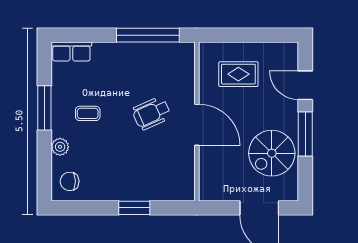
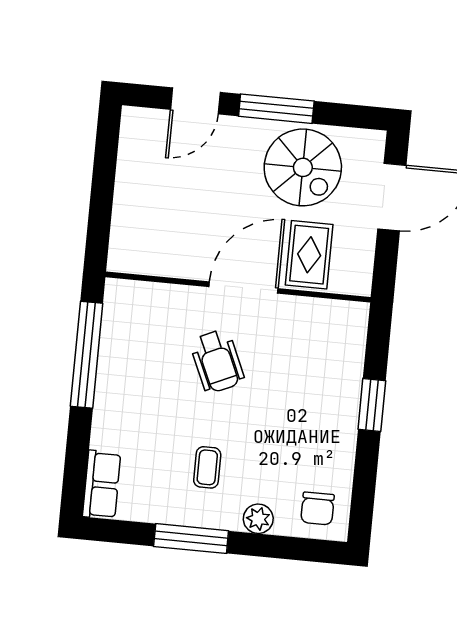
rug: (238, 74) -> (309, 255), moved

